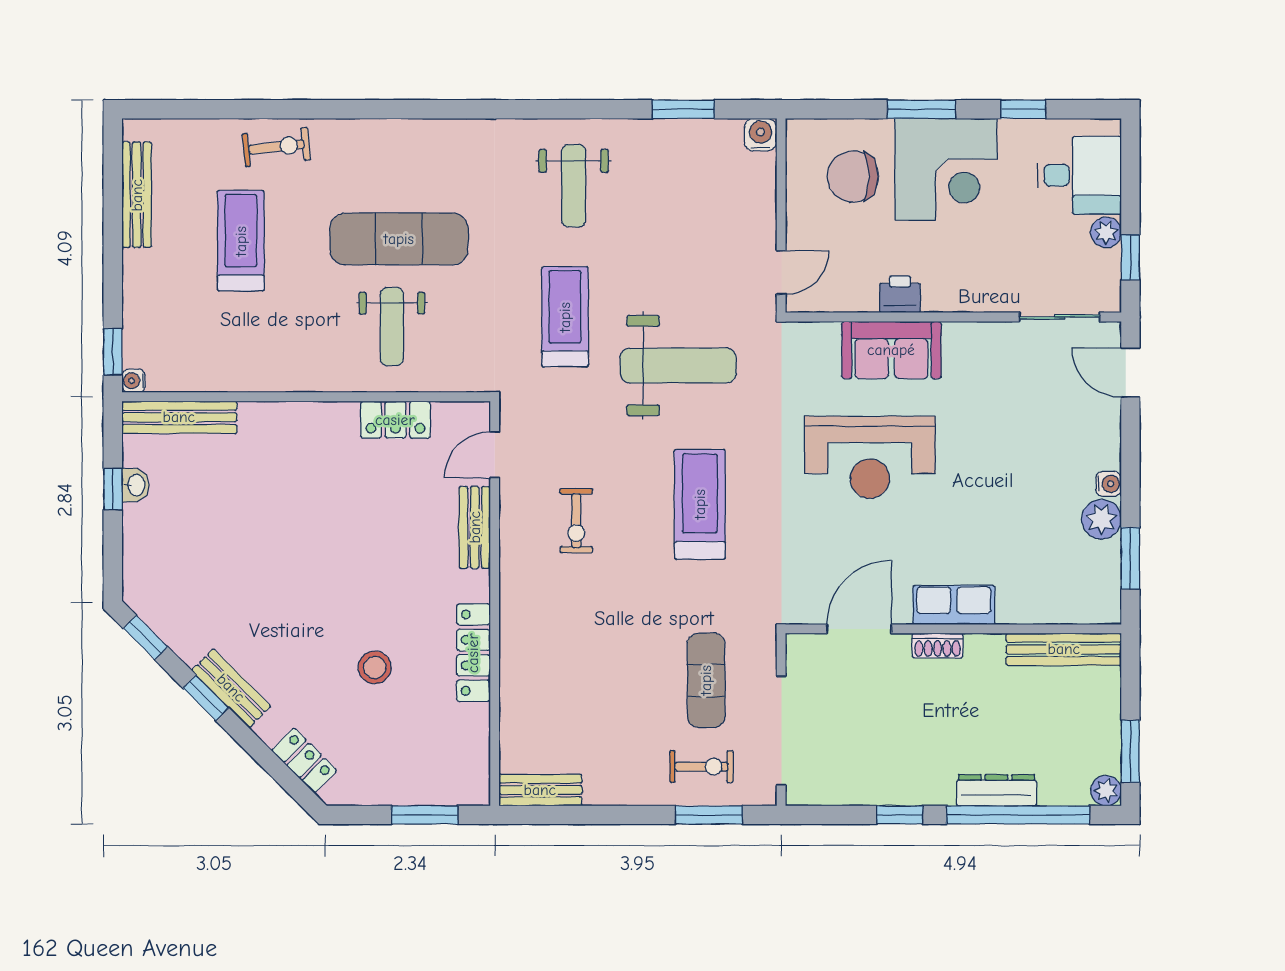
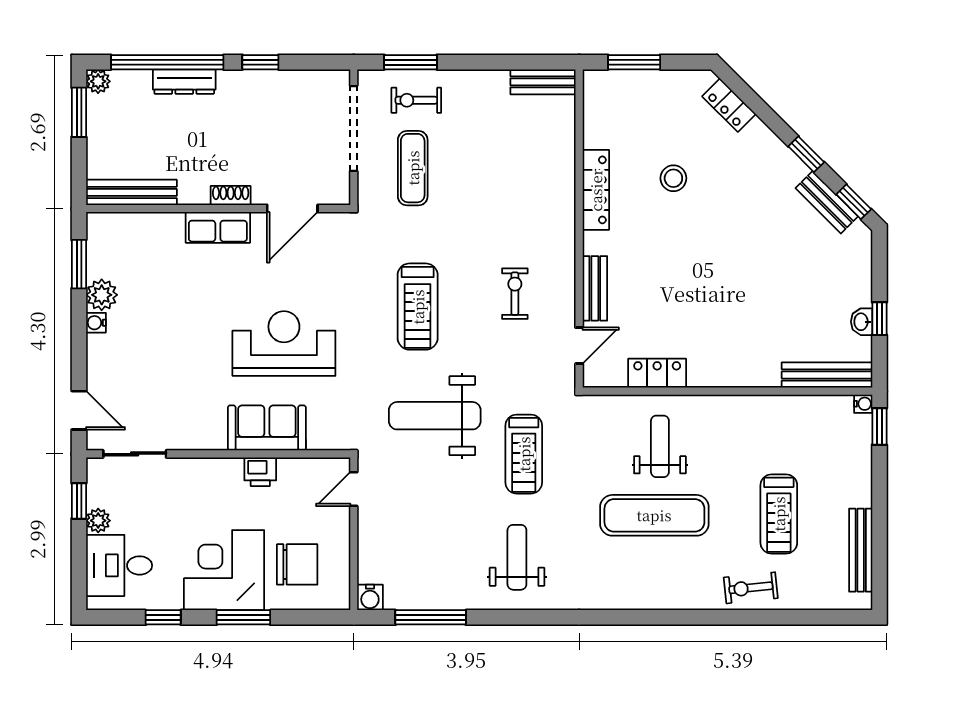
window: (683, 109) -> (431, 617), width x1.44
bench: (231, 688) -> (827, 202), moved

